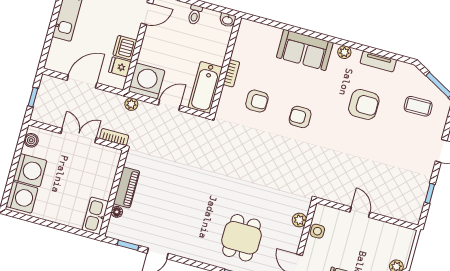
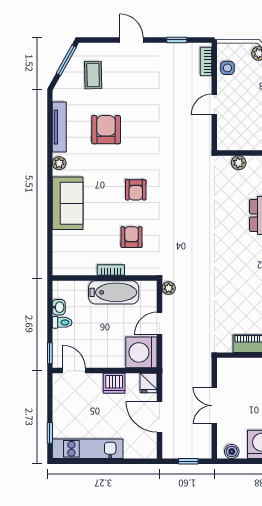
washbasin: (228, 20) -> (59, 307), moved
tv unit: (378, 61) -> (59, 127), width x1.41
fridge: (120, 67) -> (149, 383), moved
bathtub: (205, 87) -> (114, 292), moved
plant: (131, 104) -> (169, 288), moved
door: (169, 105) -> (159, 323), hinge flipped
bookcase: (114, 137) -> (206, 61), moved
side table: (317, 231) -> (227, 68), moved

